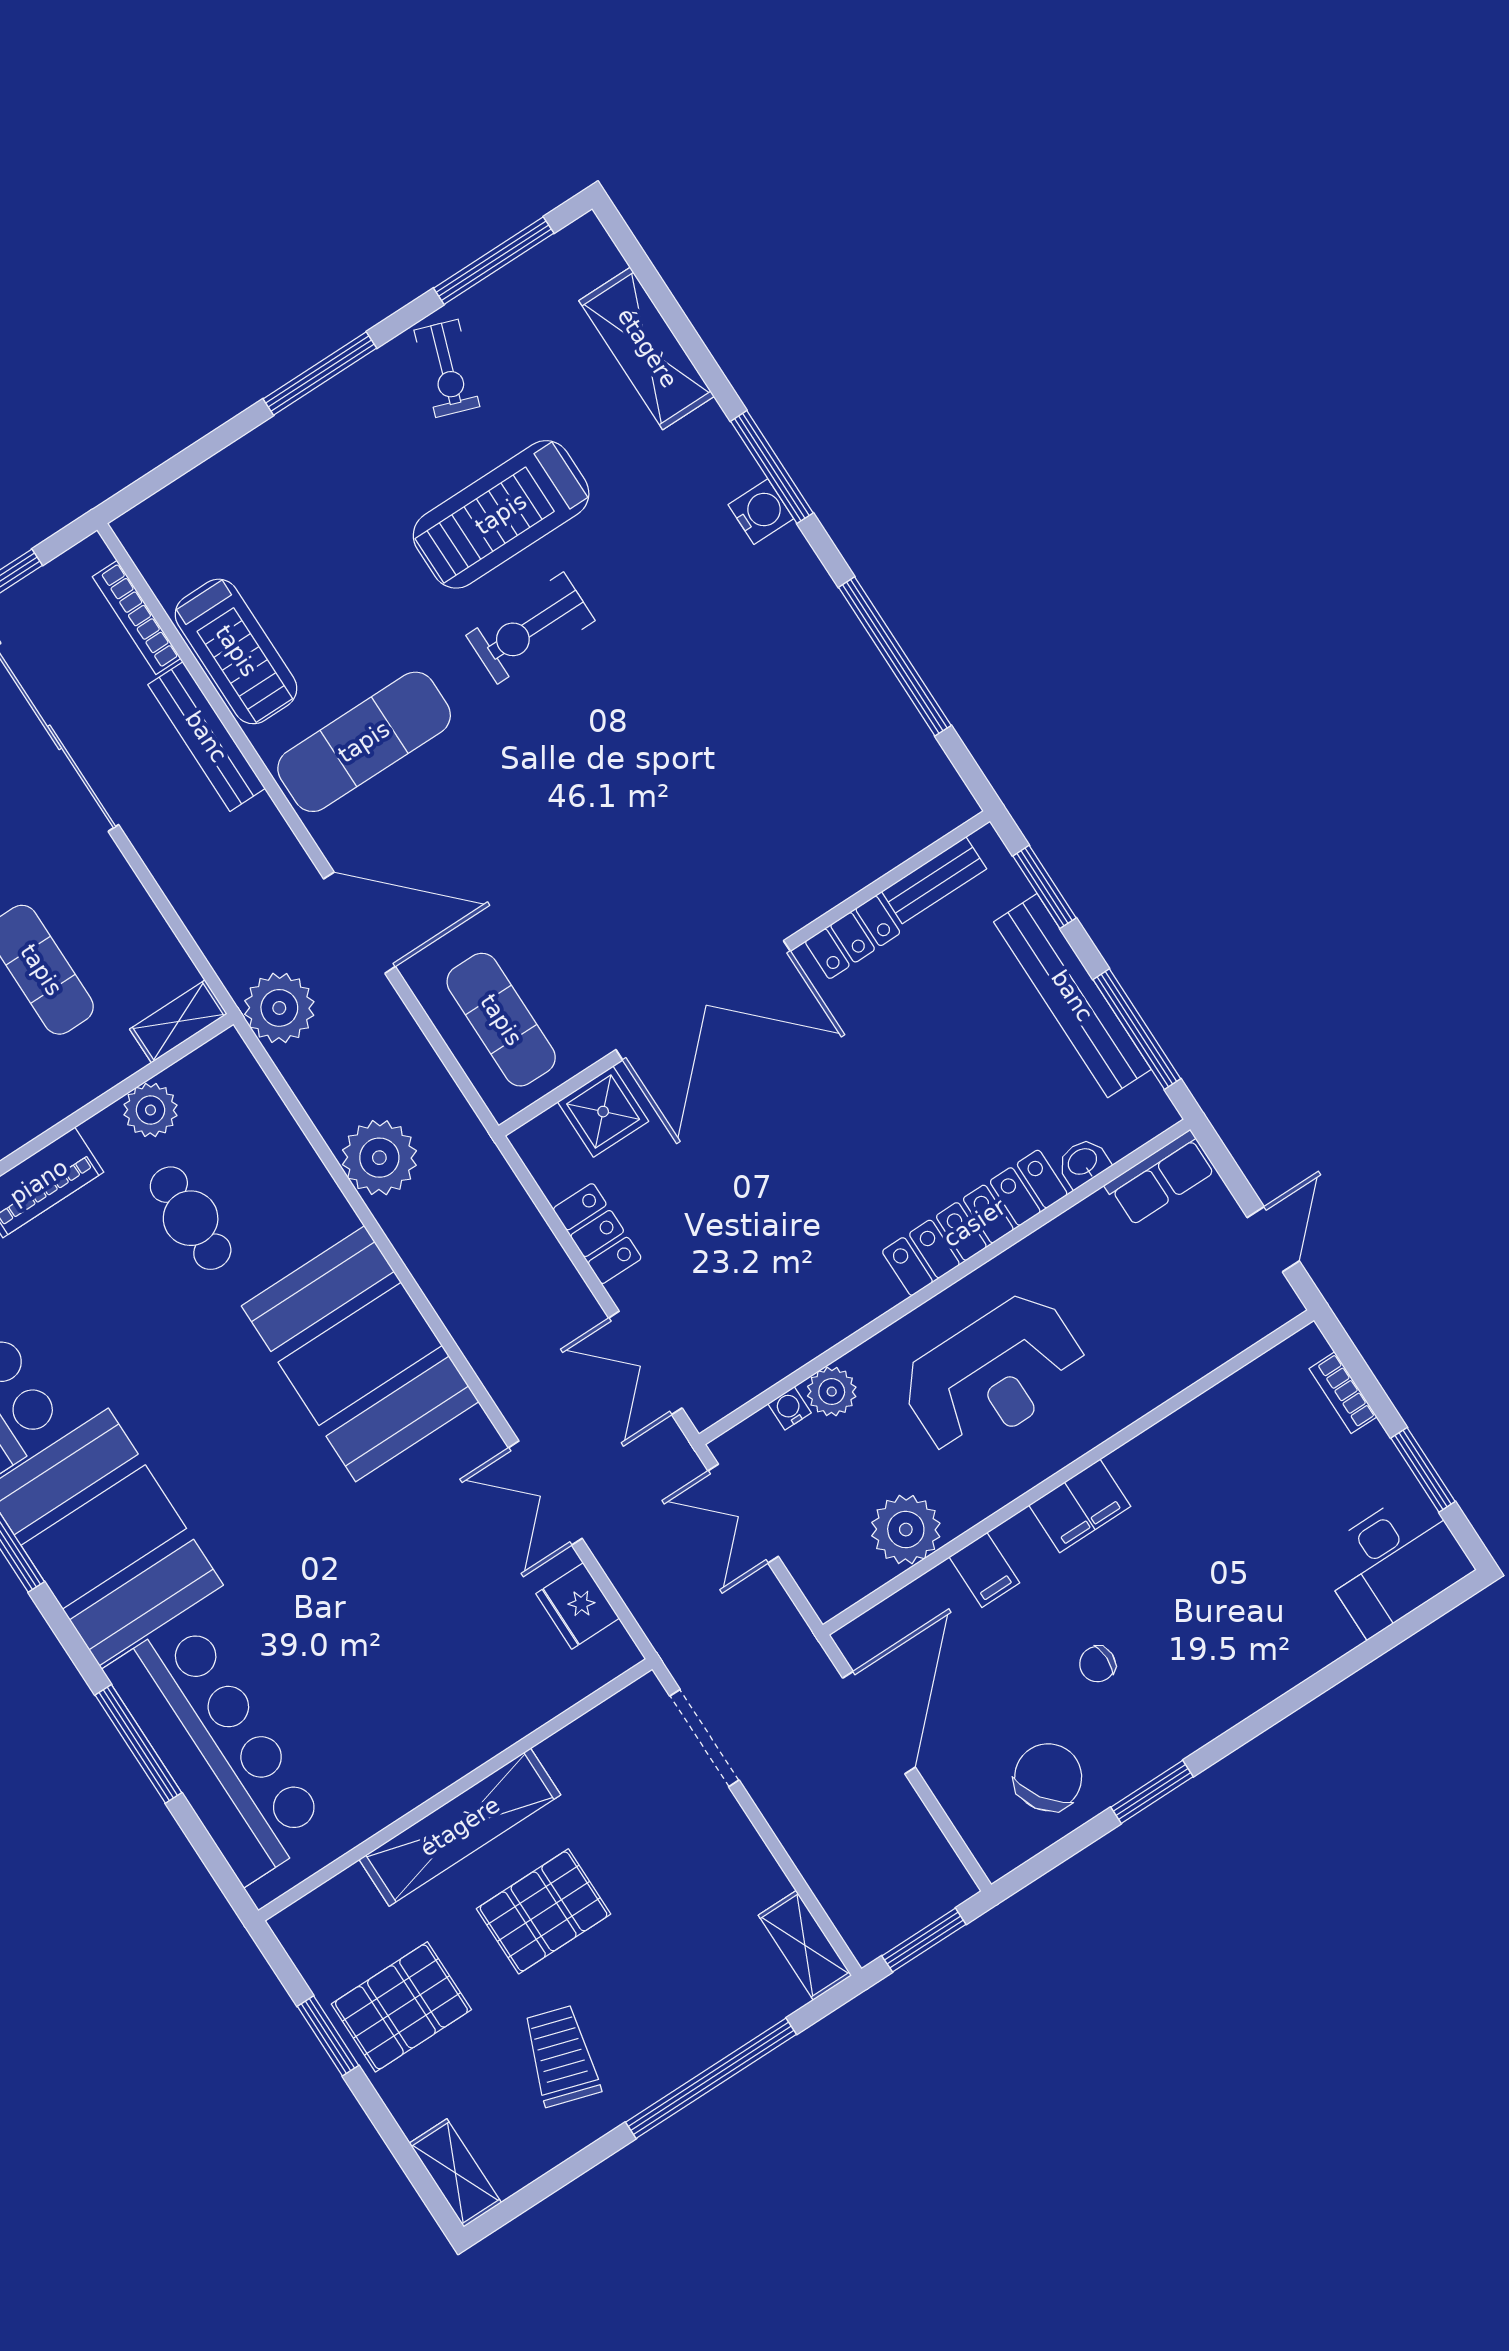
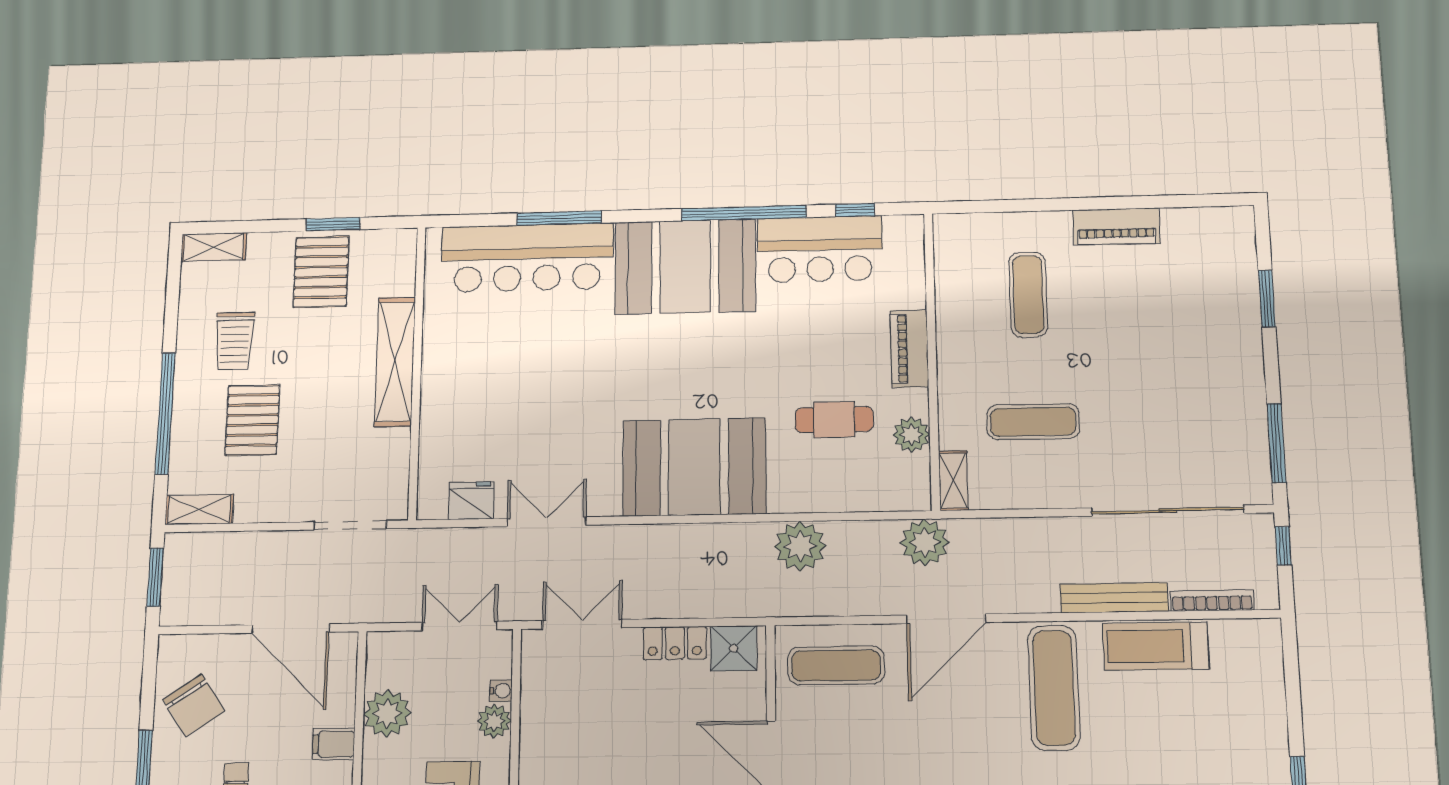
shower: (603, 1112) -> (734, 648), moved
pallet: (544, 1911) -> (252, 420), moved
trolley: (561, 2056) -> (235, 341), turned 73

